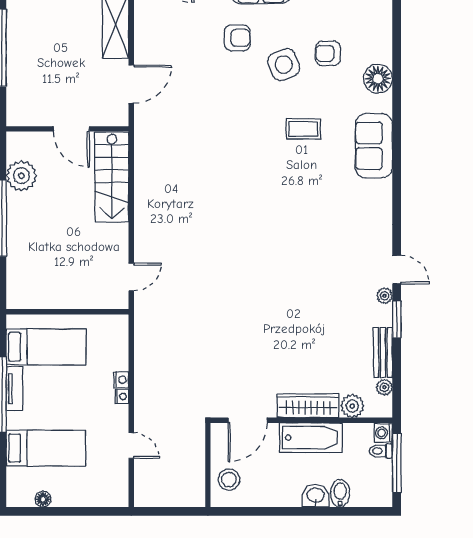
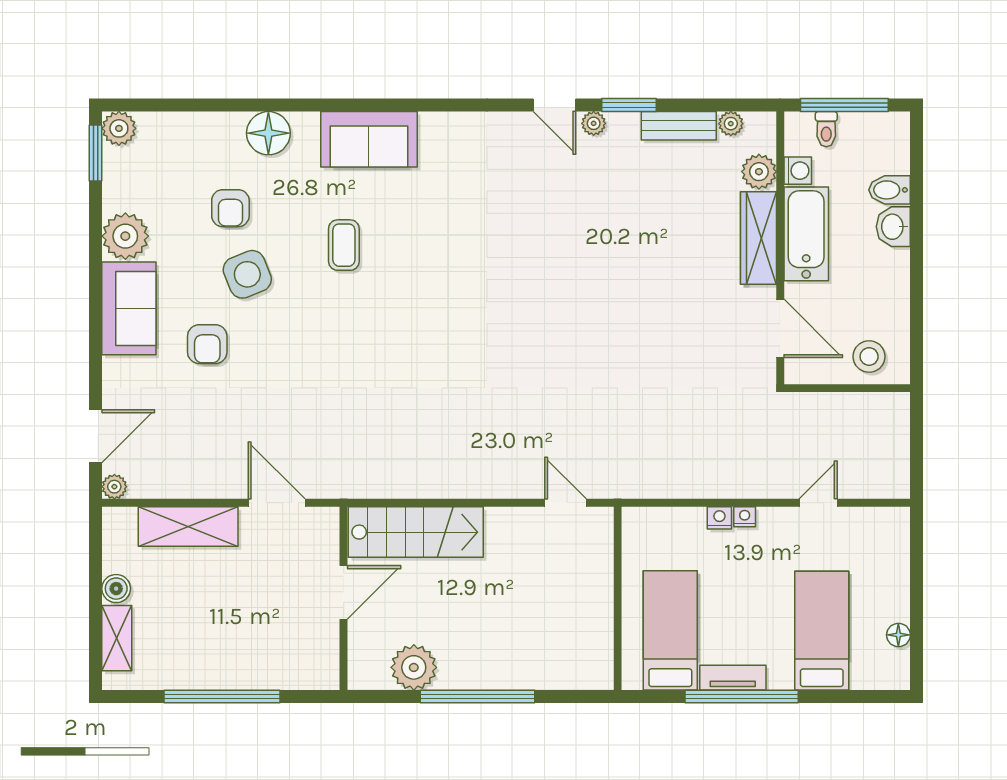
armchair: (237, 38) -> (207, 344), turned 180
door: (397, 270) -> (555, 105), swing flipped
washing machine: (383, 433) -> (798, 171), moved, turned -90

